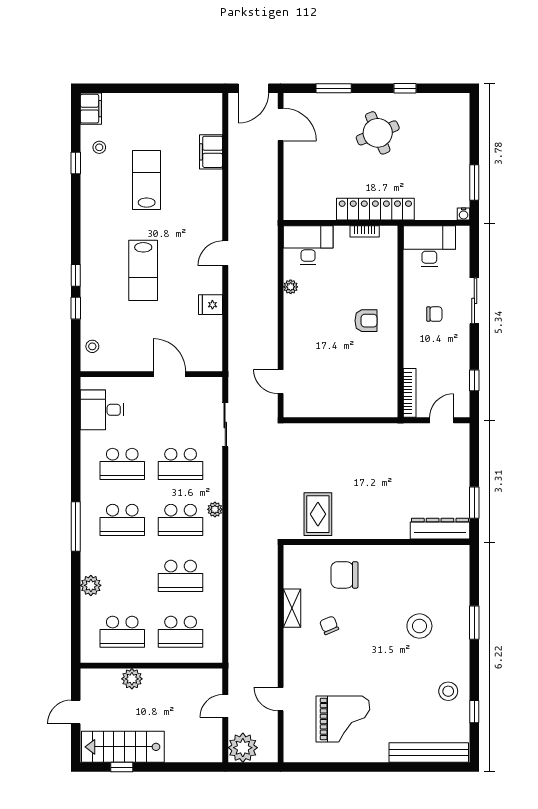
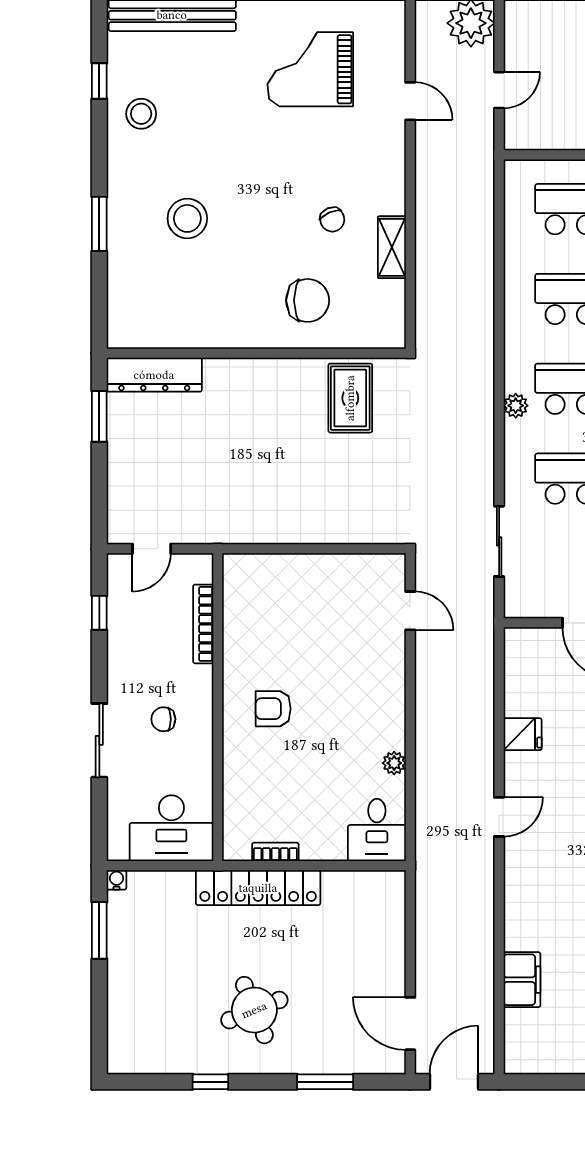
desk: (308, 245) -> (377, 830), width x0.73
bookcase: (410, 393) -> (203, 624), moved

